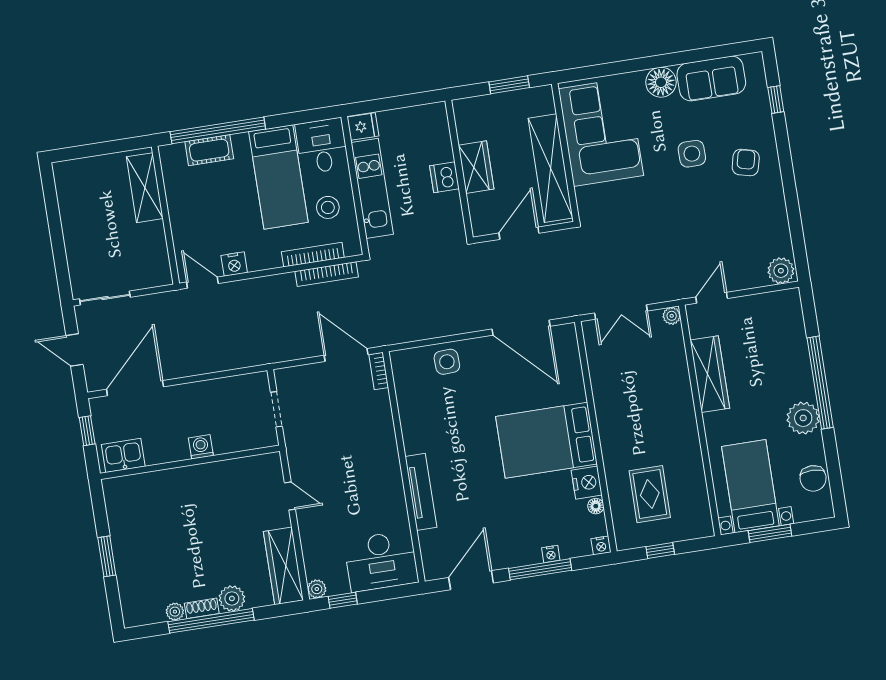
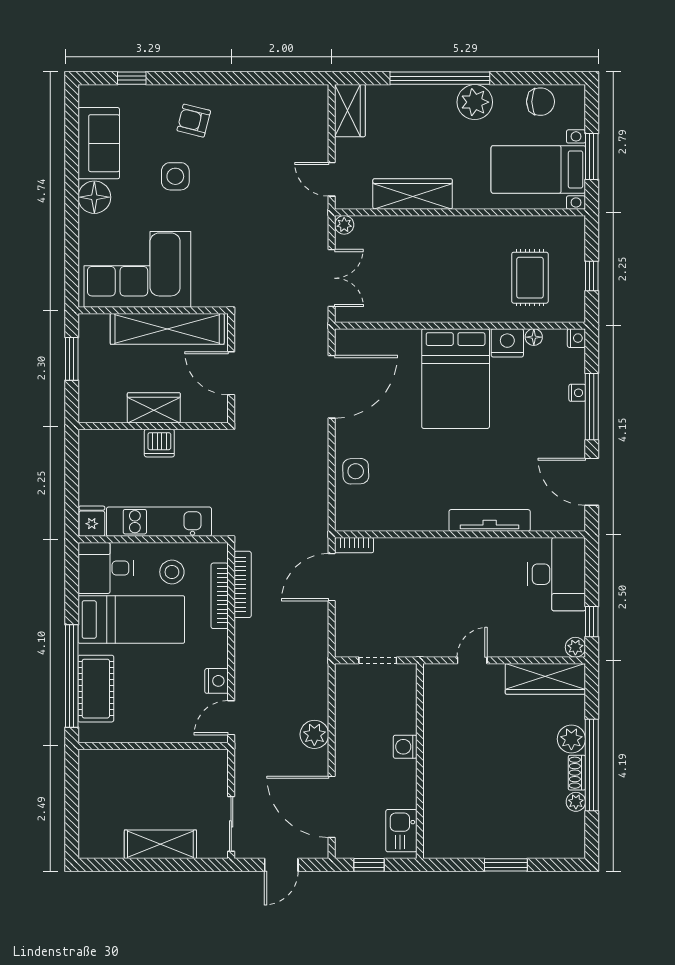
cot: (209, 150) -> (96, 689), width x1.37, depth x1.34
shelving: (145, 188) -> (160, 844), moved
plant: (781, 271) -> (314, 734), moved
wardrobe: (777, 305) -> (350, 111), added
rug: (650, 494) -> (530, 278), turned 90

